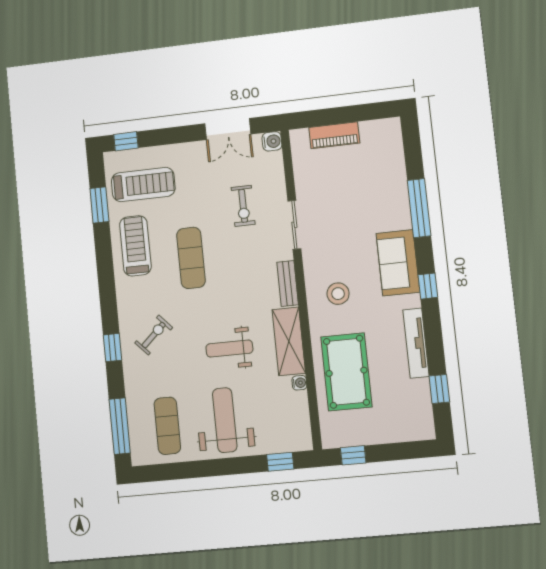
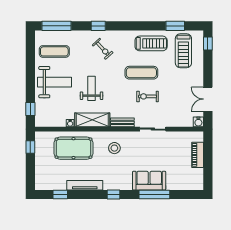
exercise bike: (243, 206) -> (148, 96), moved
sofa: (398, 263) -> (149, 181), moved

